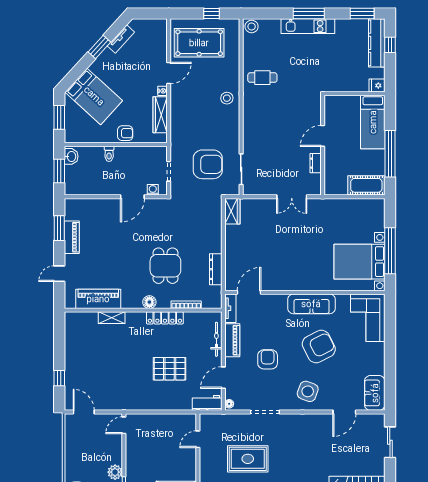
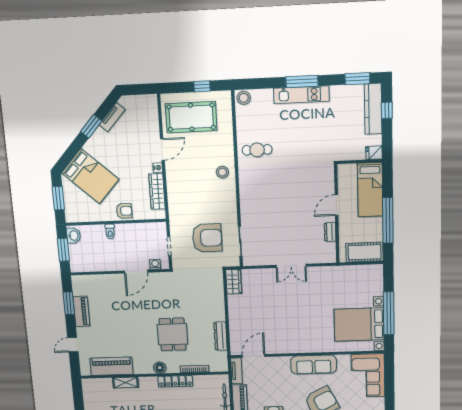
door: (323, 136) -> (337, 205), moved
wall: (323, 145) -> (337, 214), moved
dresser: (316, 163) -> (330, 232), moved

